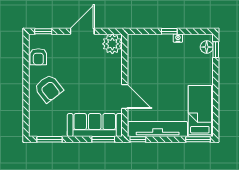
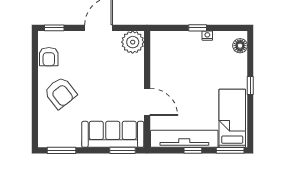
window: (216, 50) -> (250, 85), moved
window: (138, 139) -> (193, 150), moved

